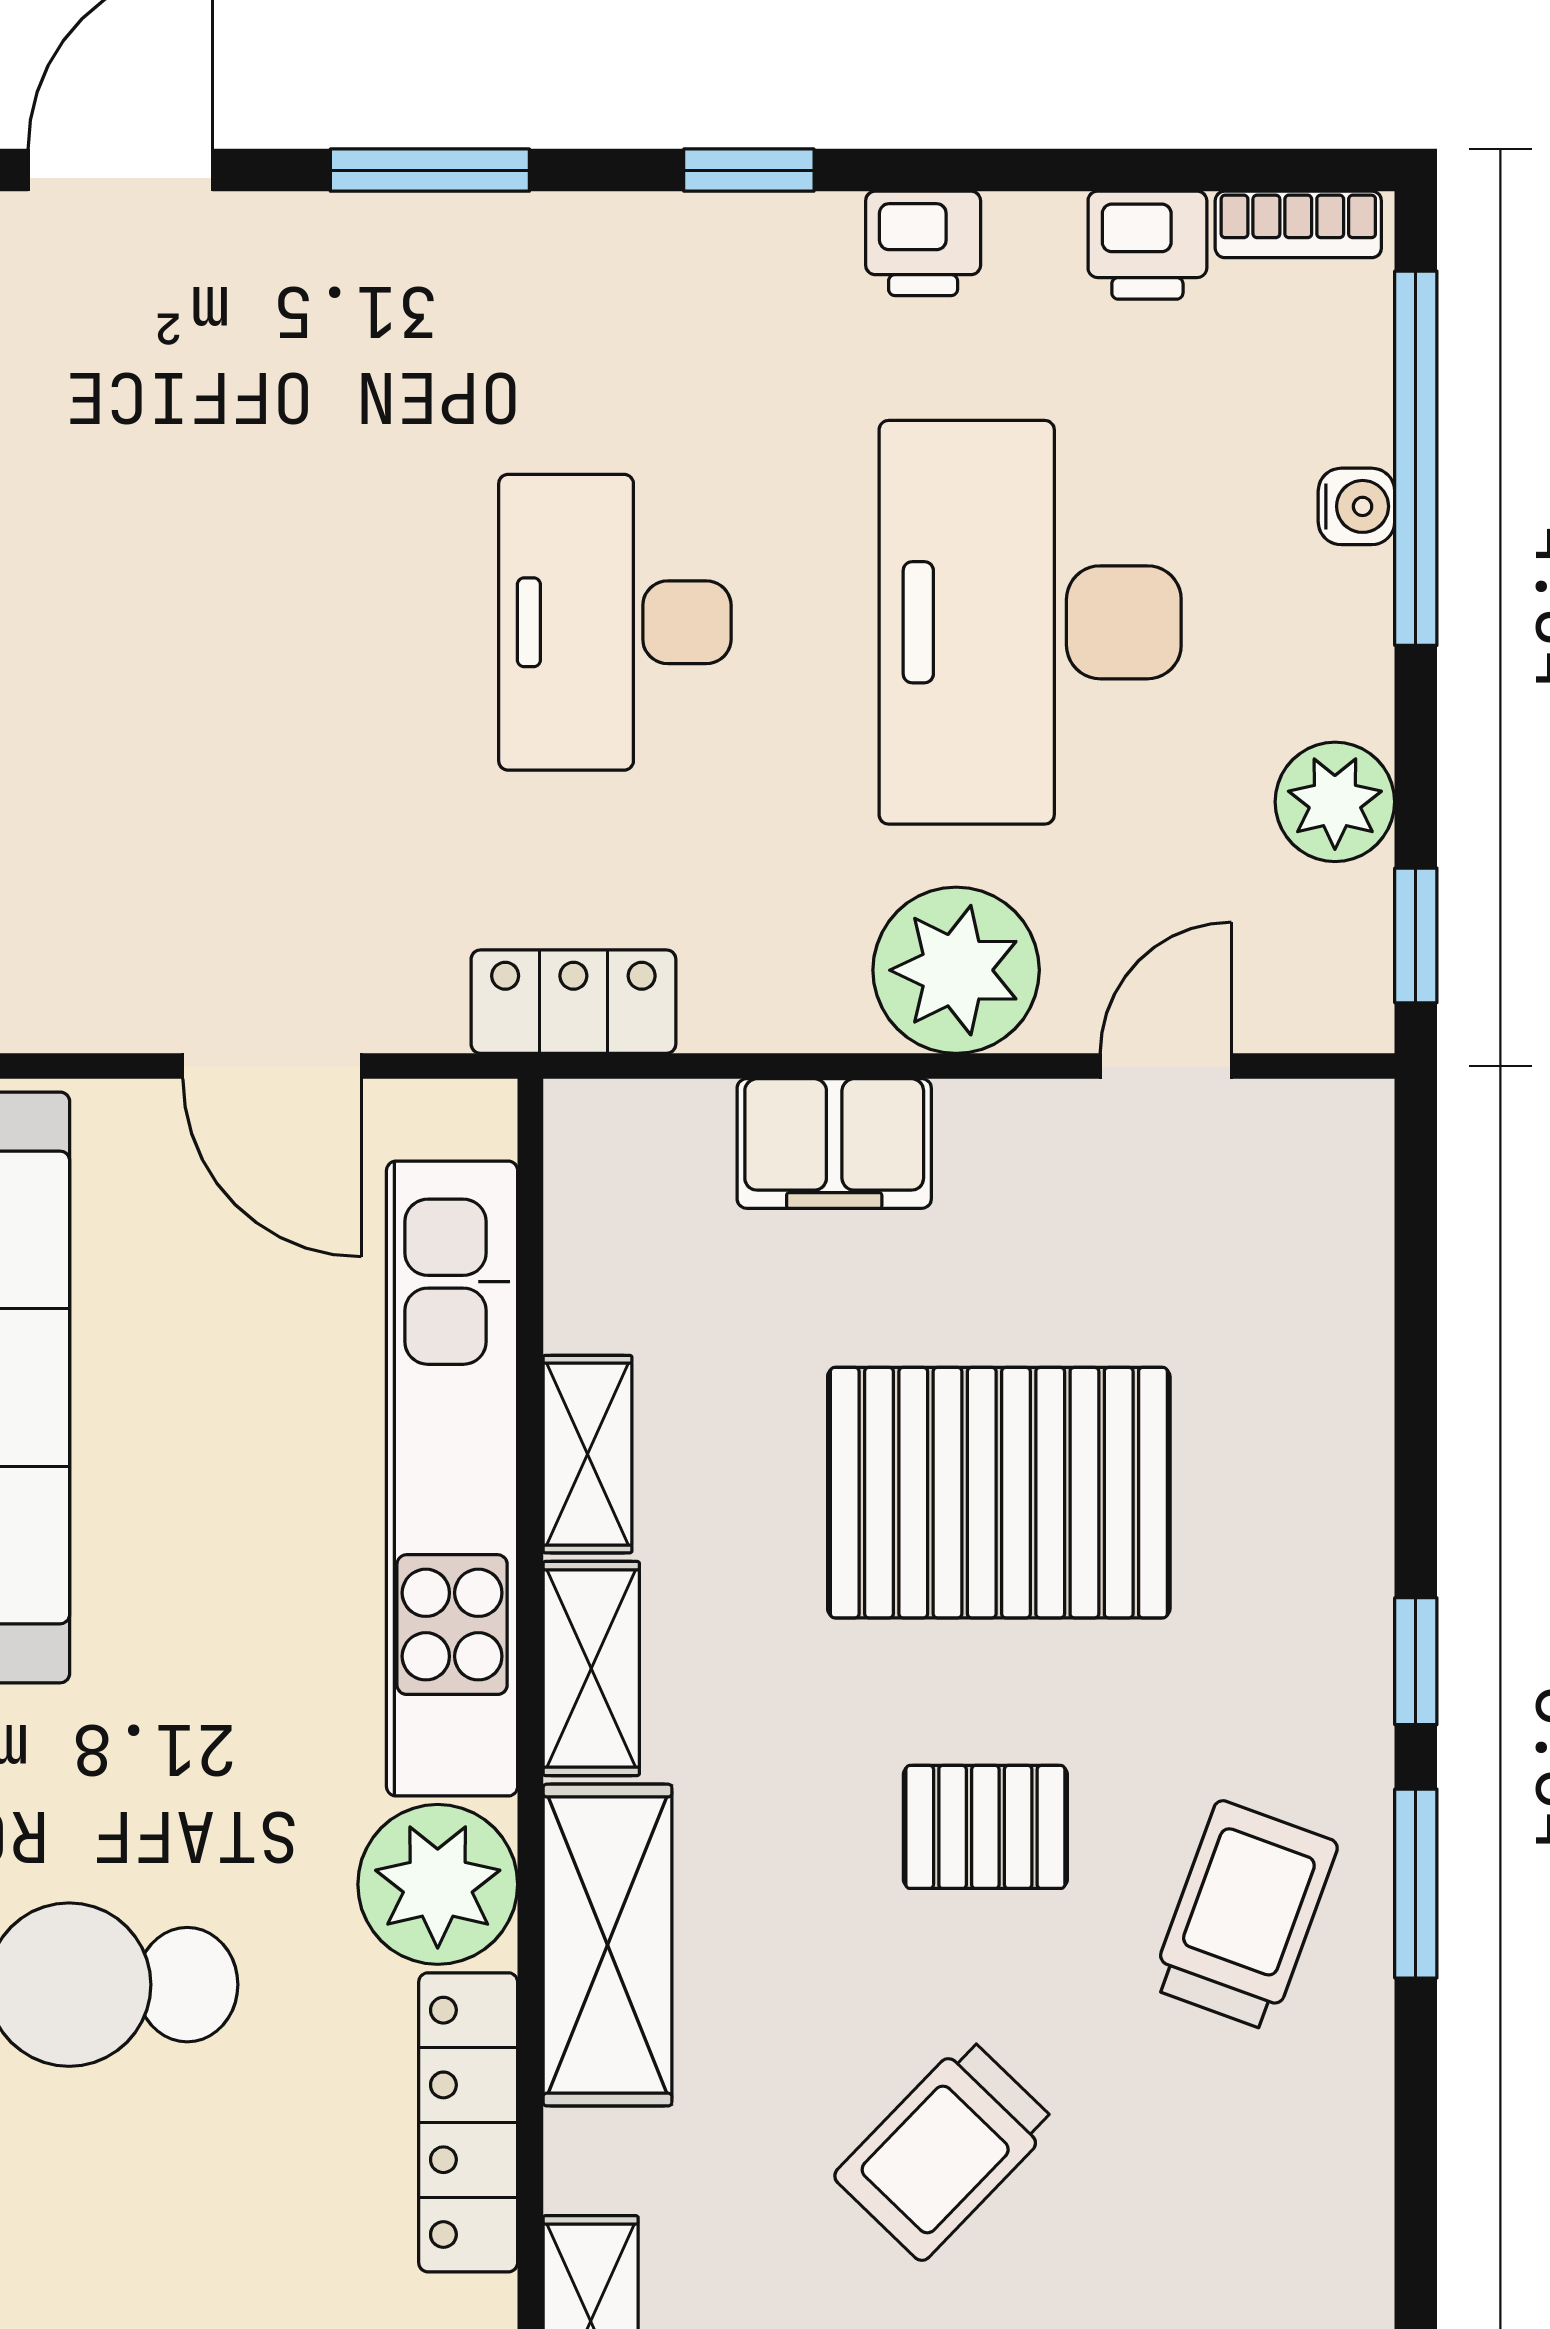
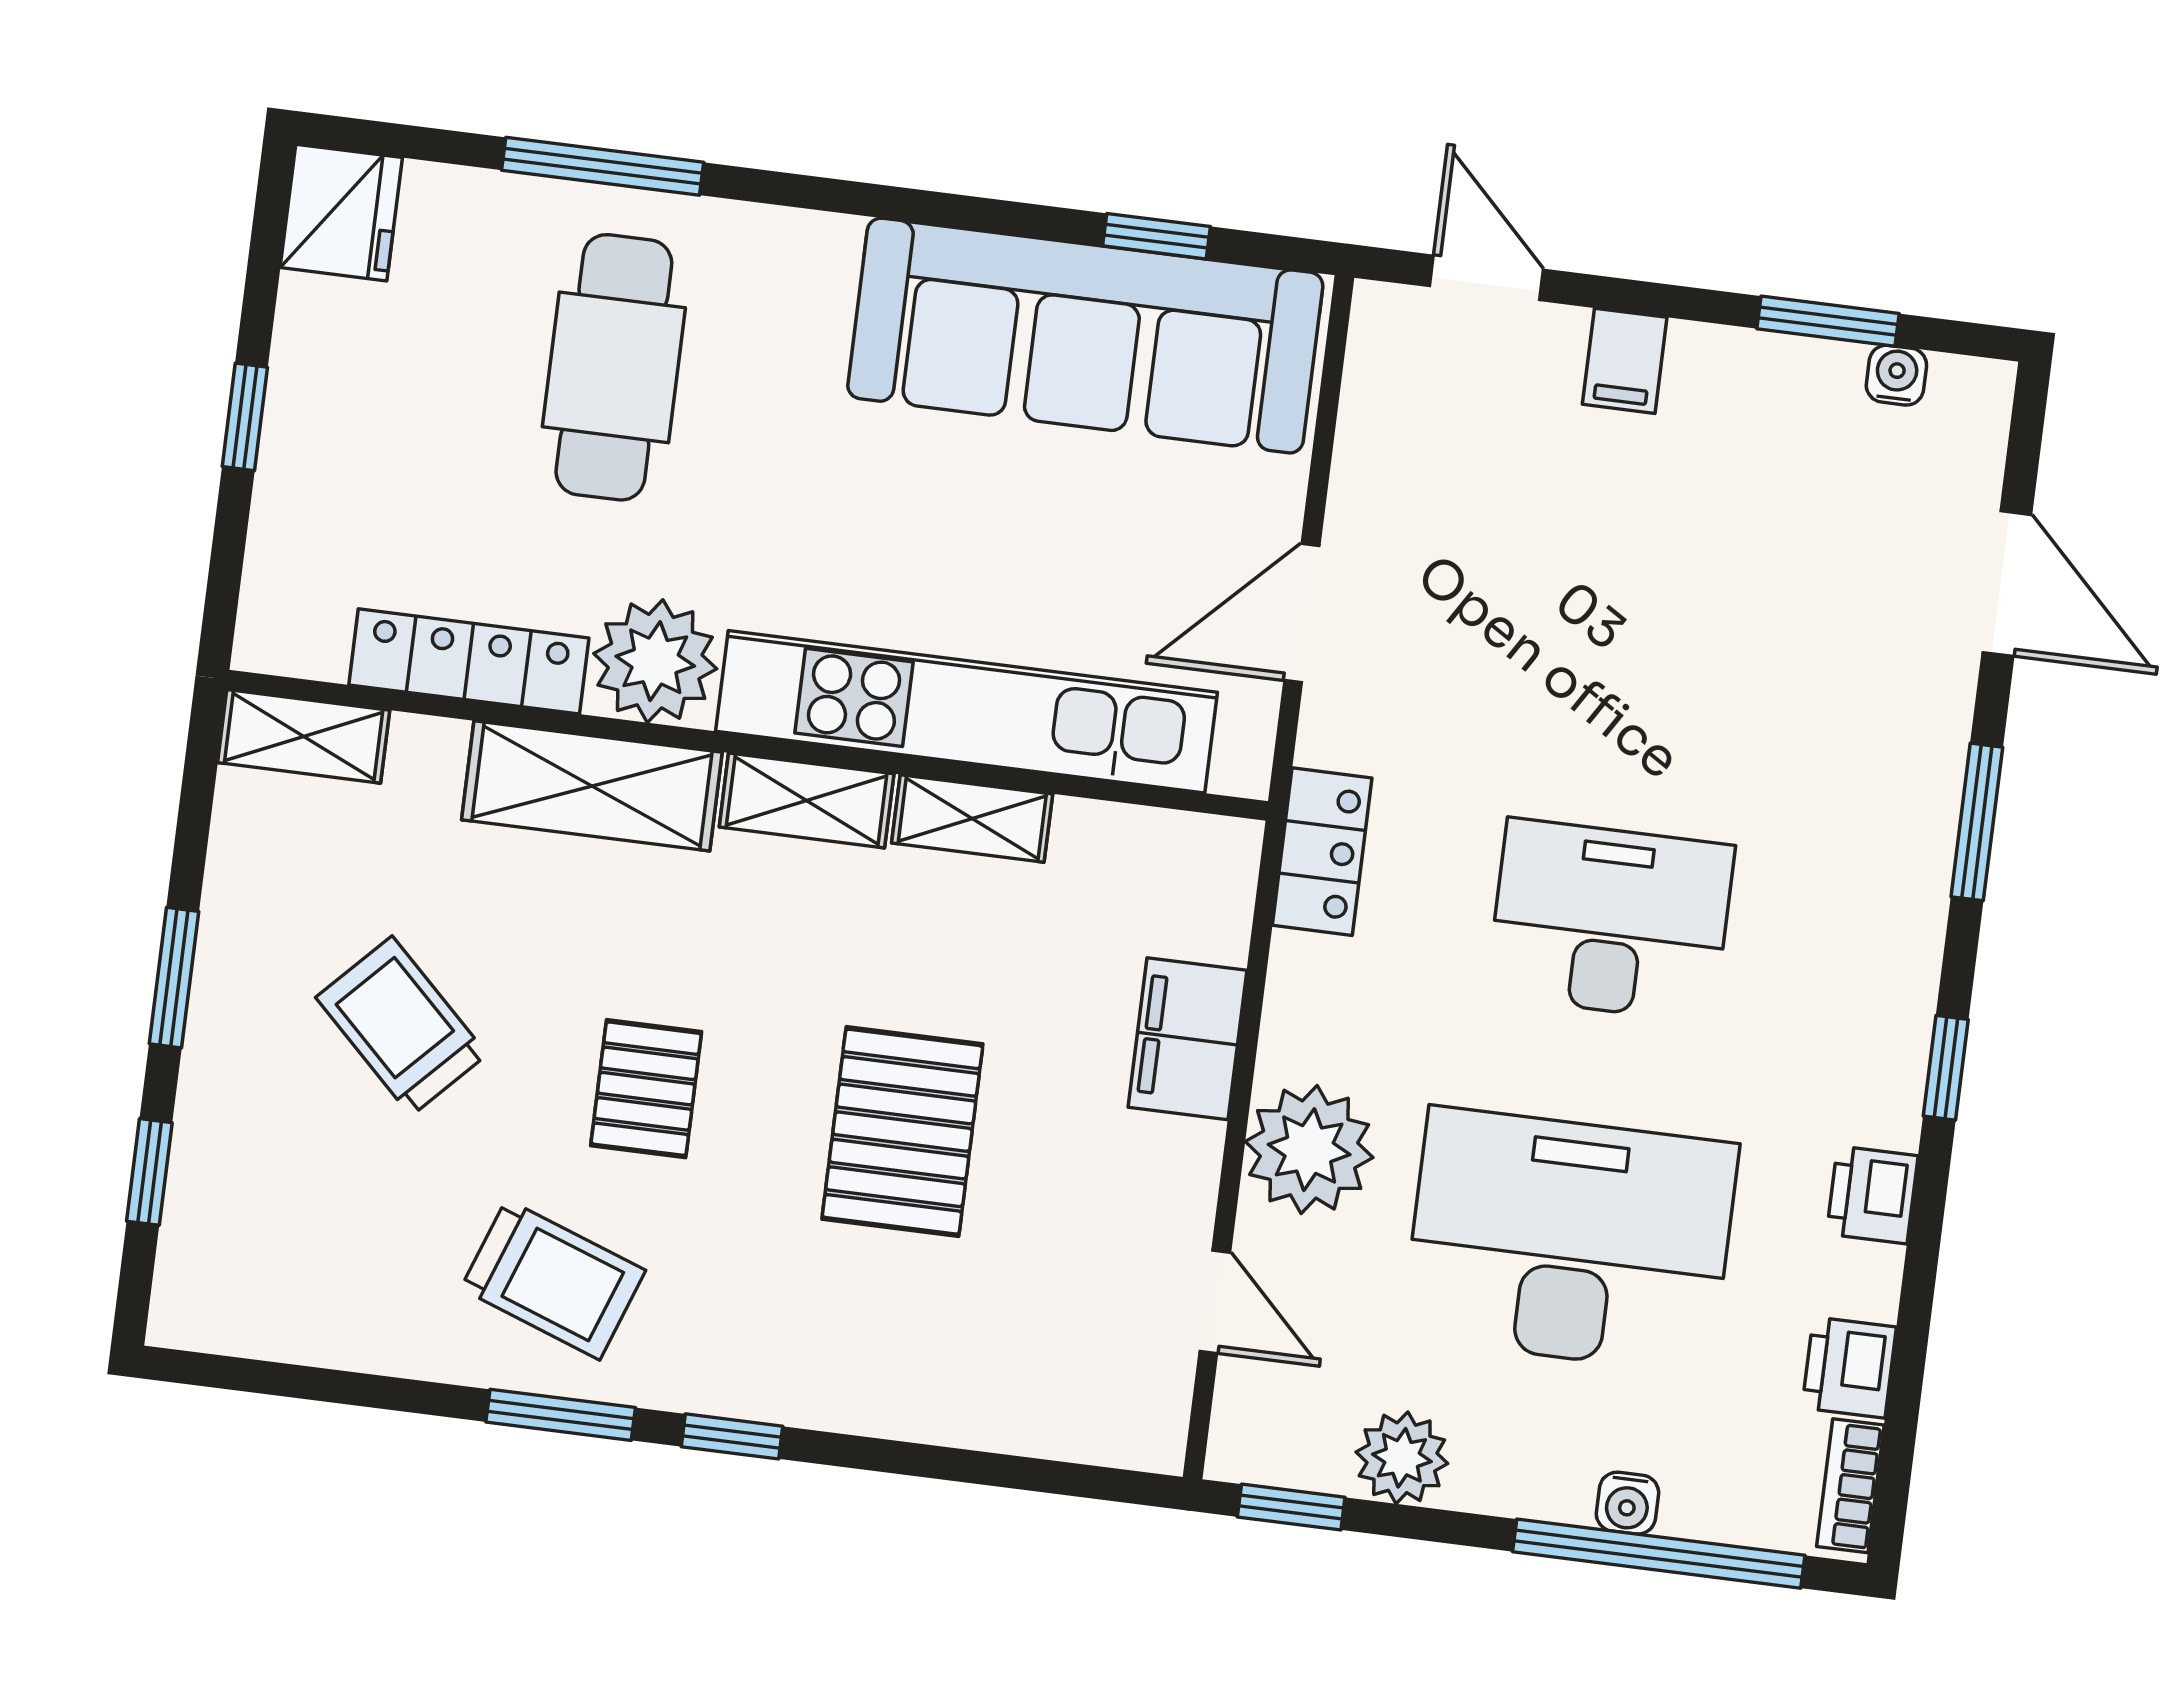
pallet: (999, 1493) -> (902, 1132), width x0.73, depth x0.71

